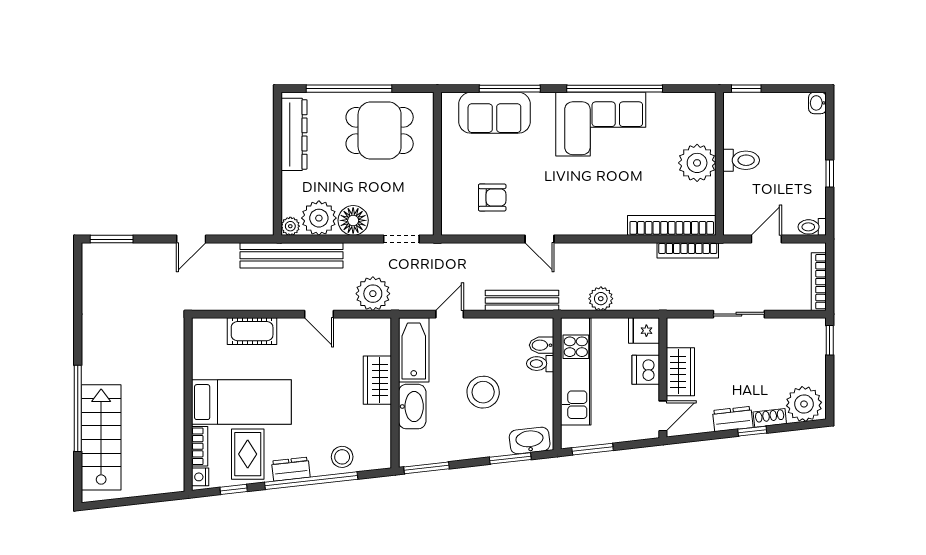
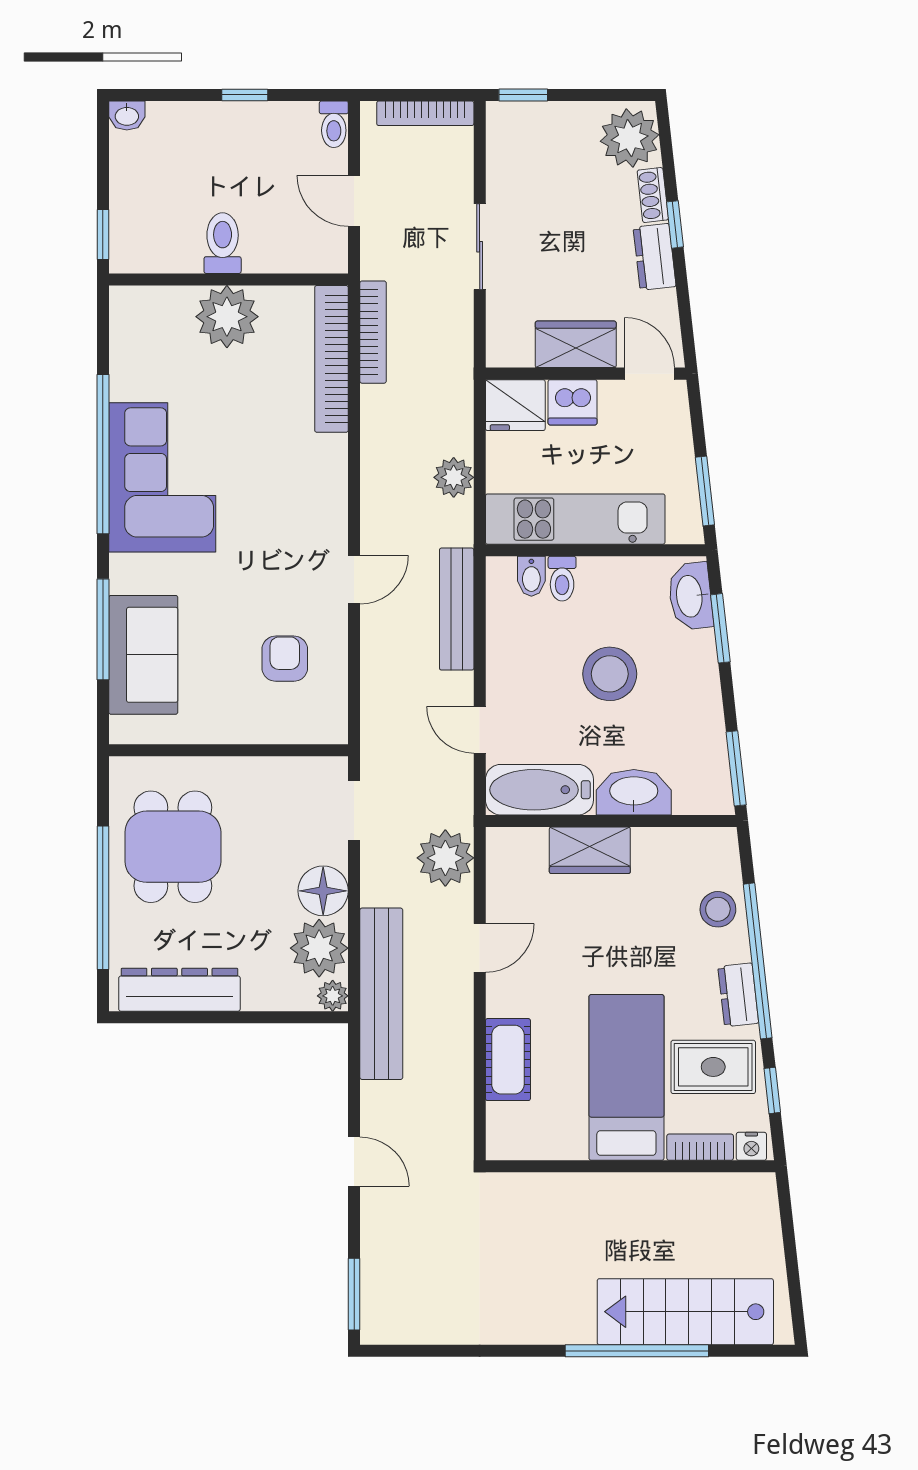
fridge: (644, 331) -> (515, 405), width x1.38

